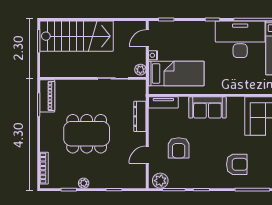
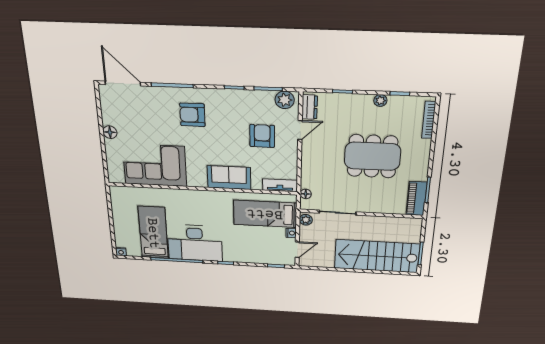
floor lamp: (141, 95) -> (306, 194), added
dresser: (140, 116) -> (310, 107), moved, width x0.70

